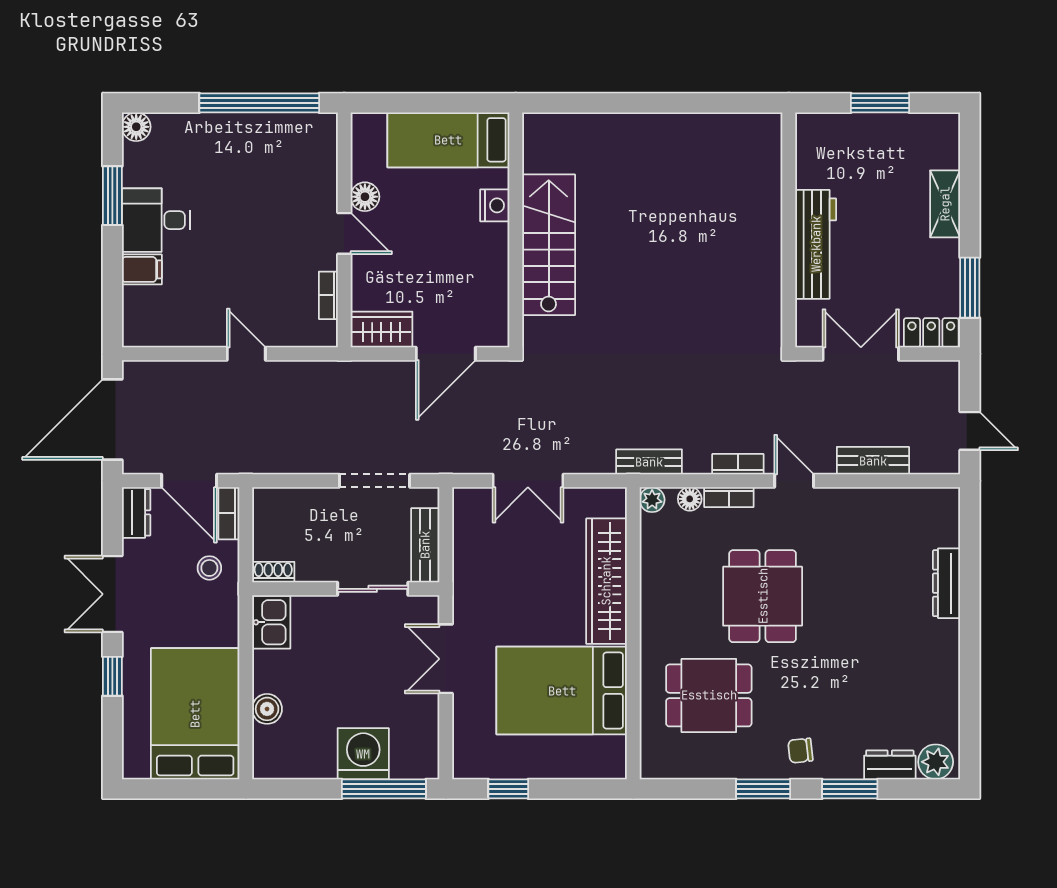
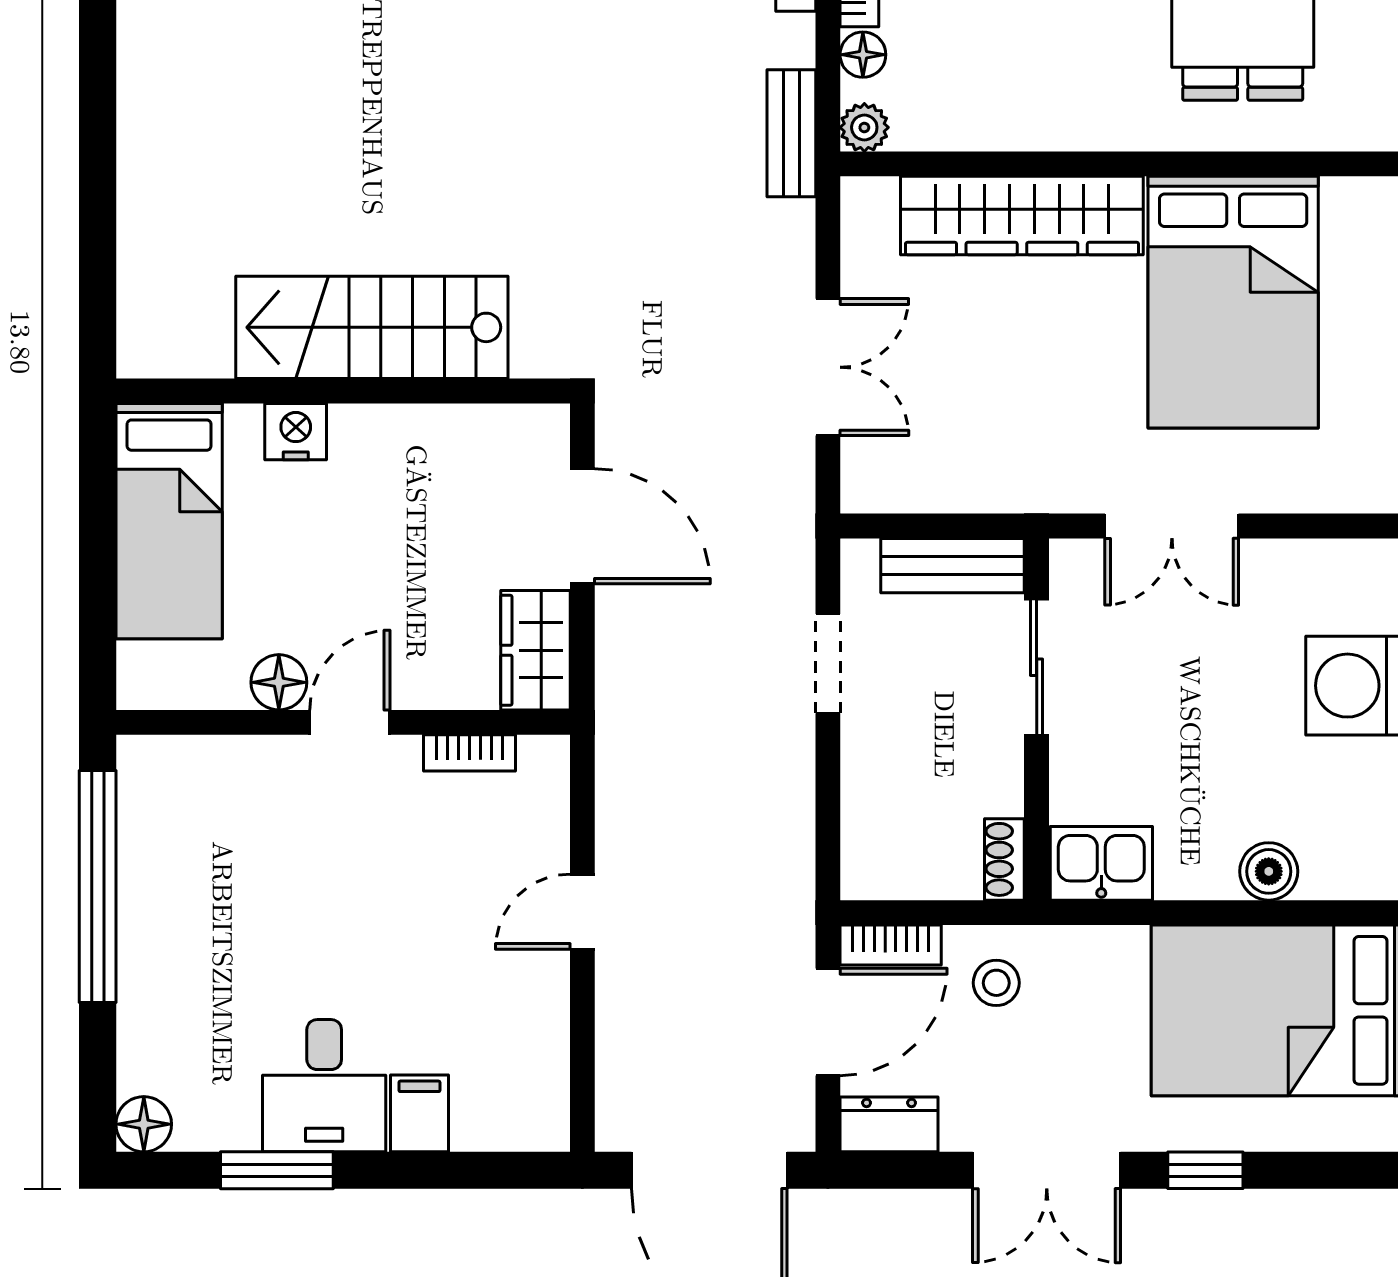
doorway: (375, 481) -> (828, 664), width x0.73

